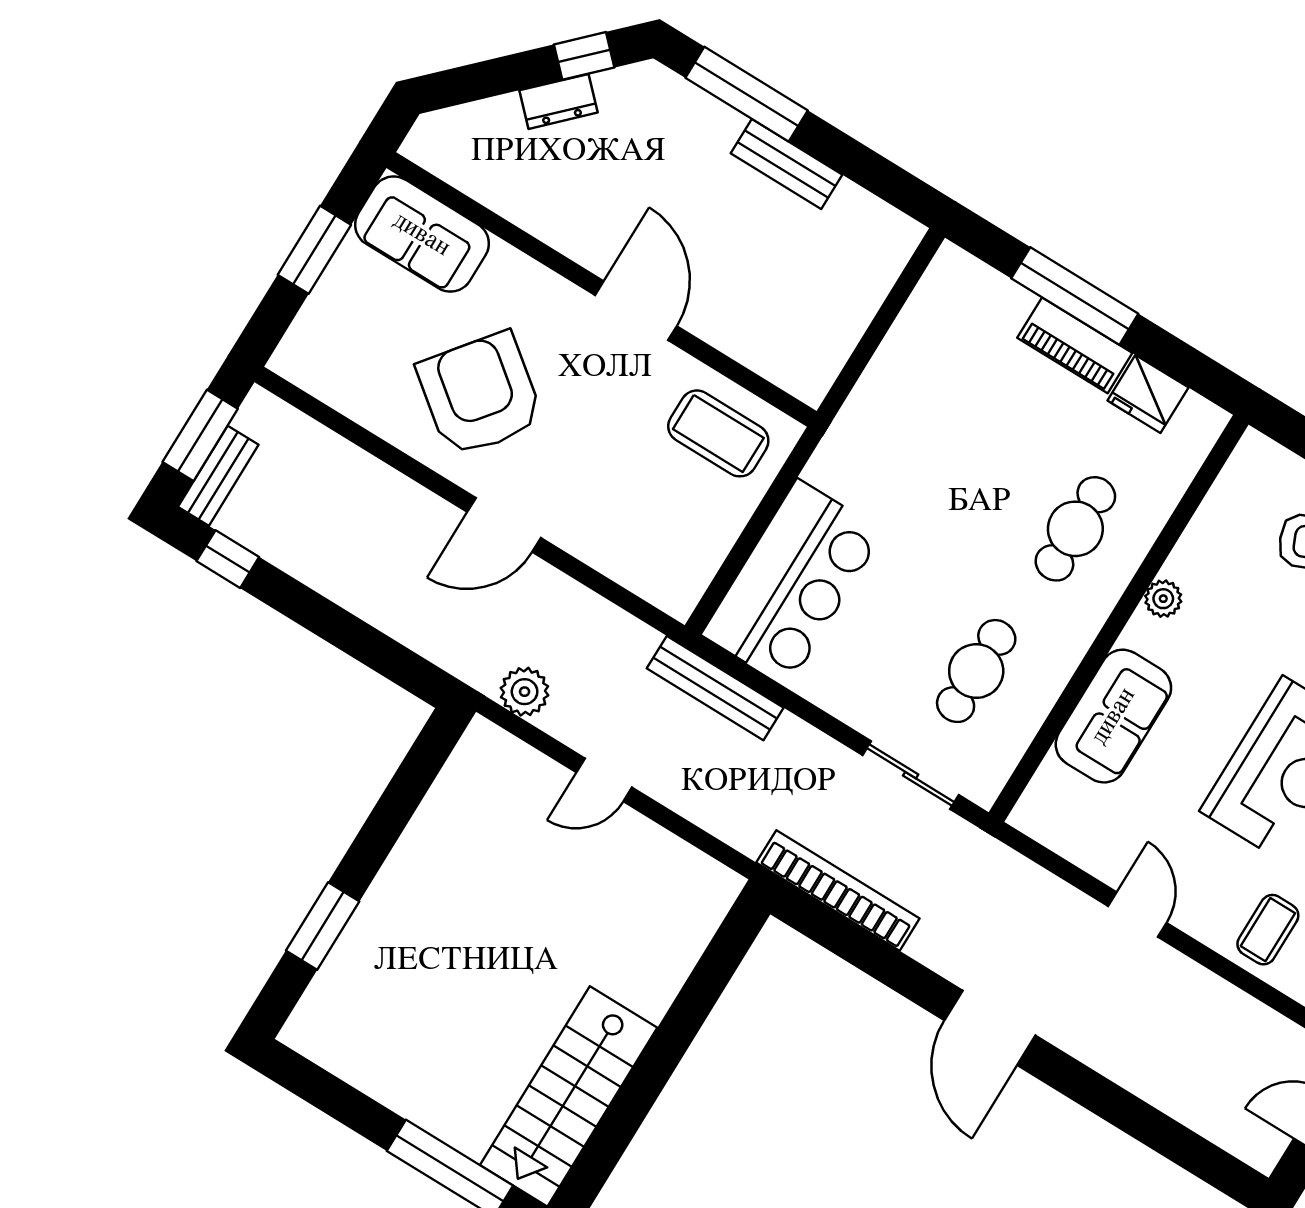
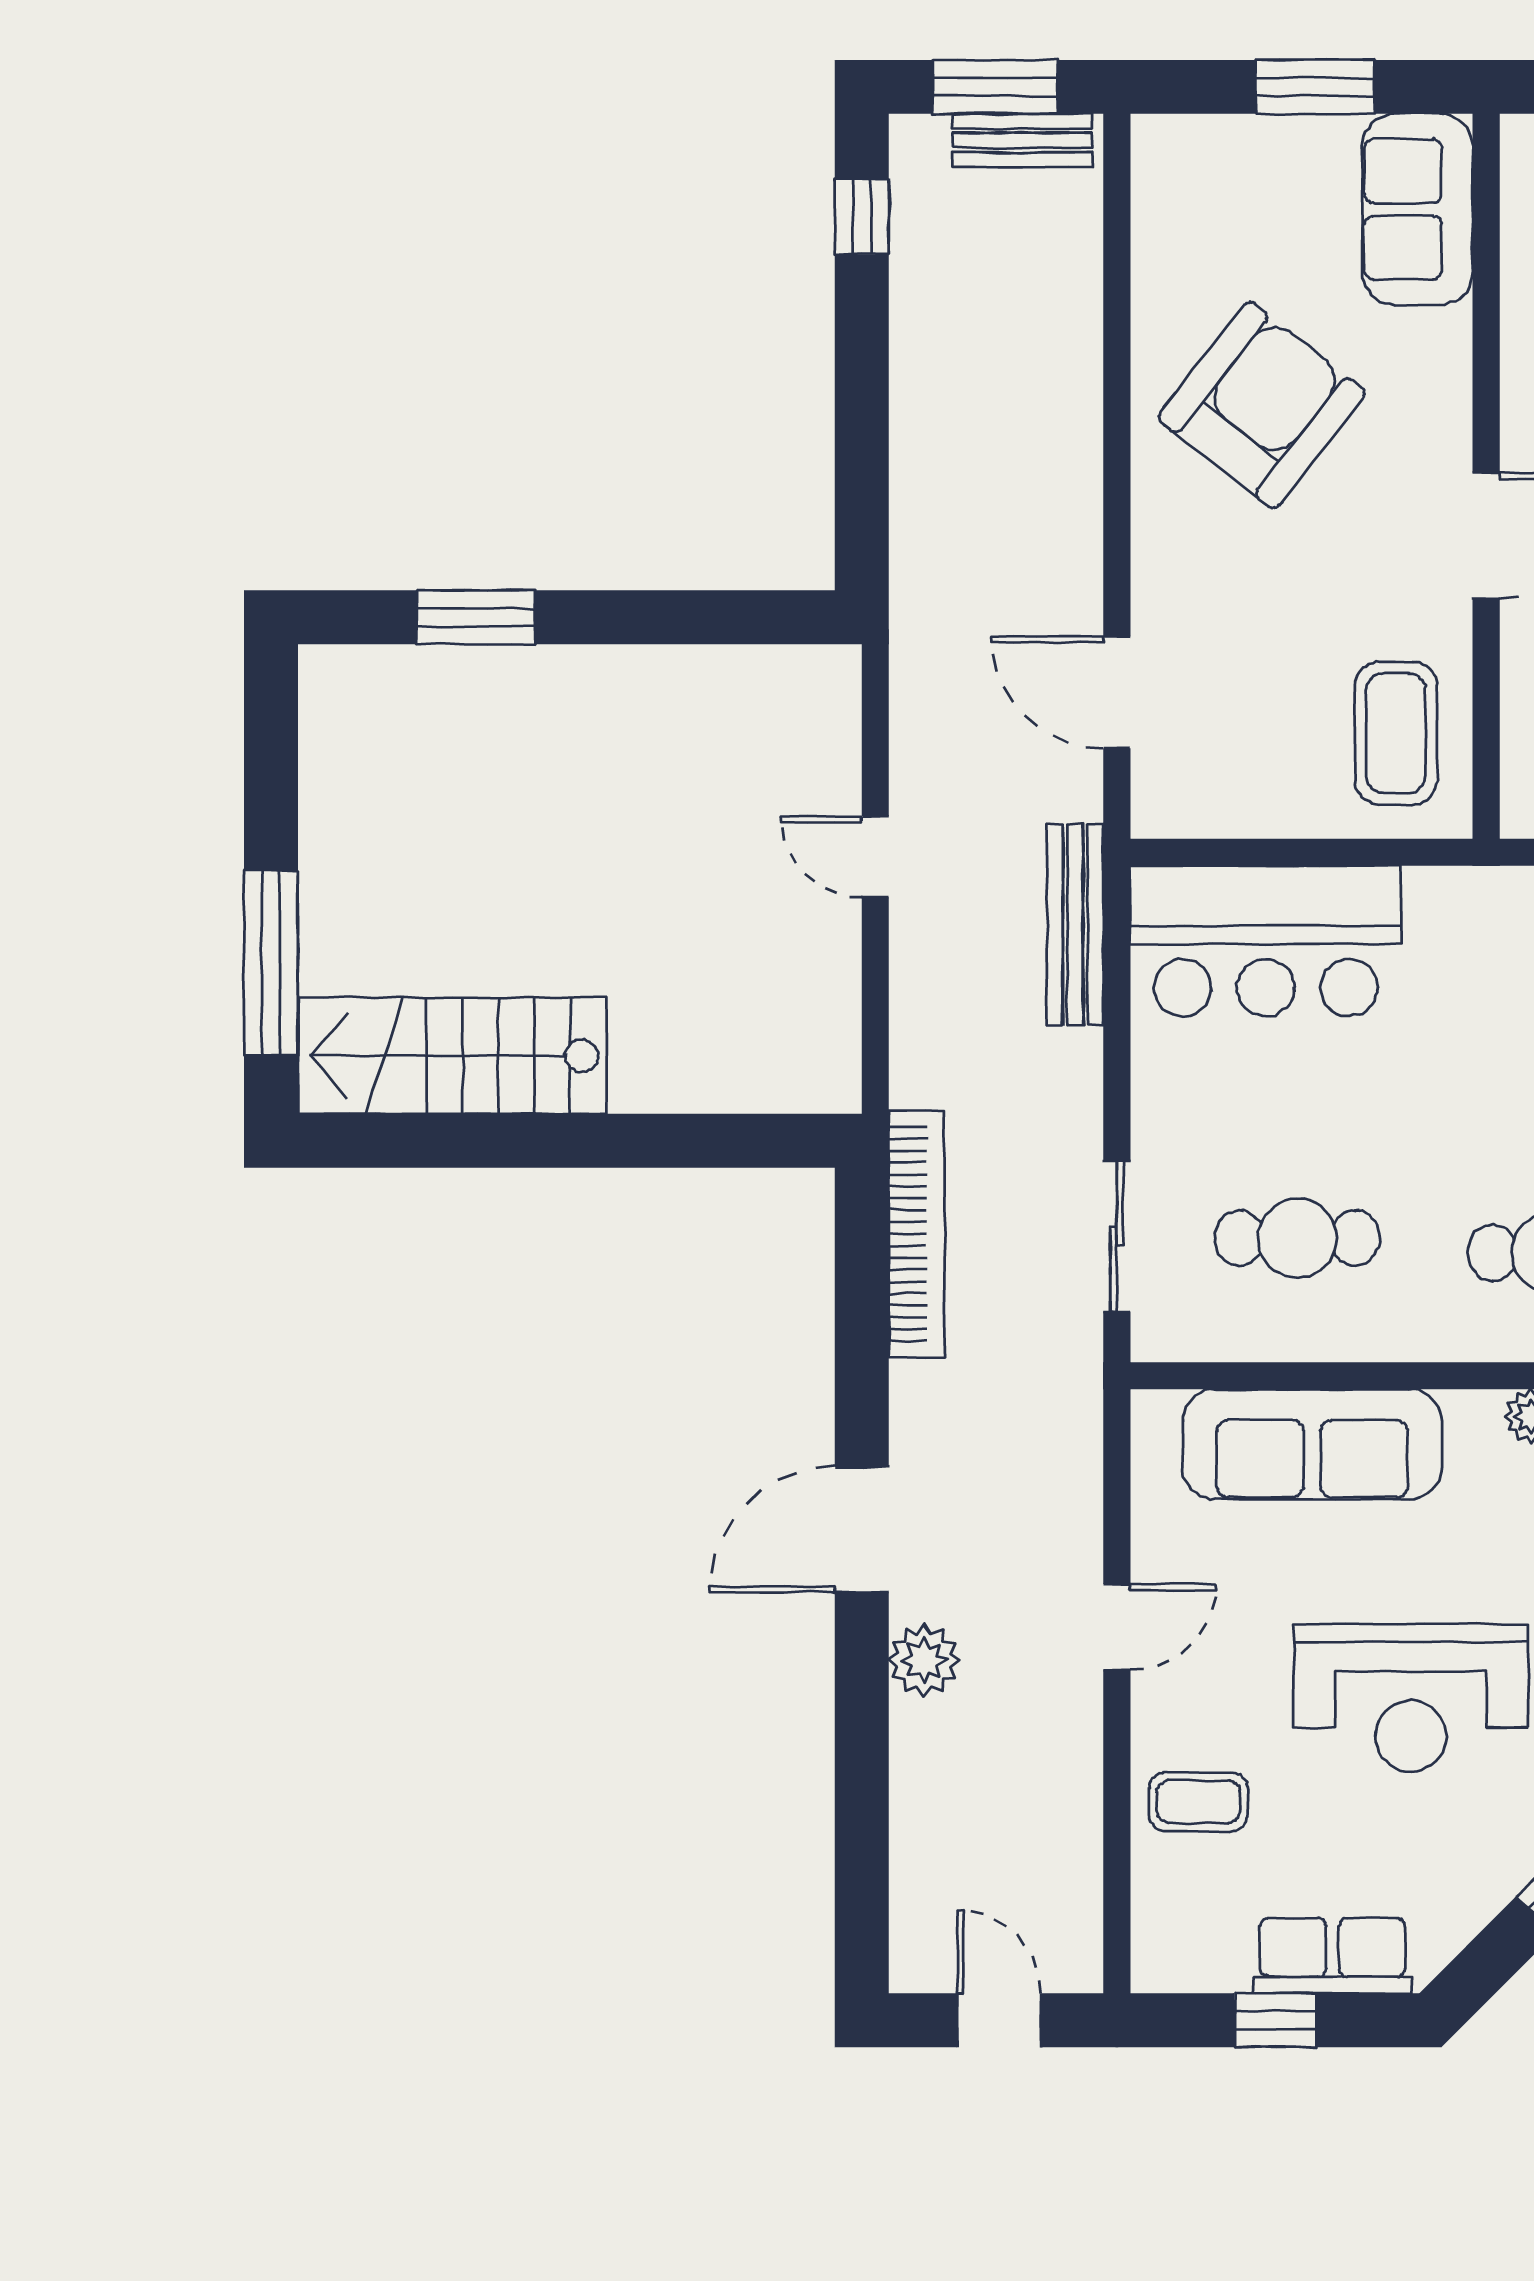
bench: (218, 476) -> (1022, 140), moved
door: (504, 525) -> (1117, 692), moved
plant: (525, 692) -> (924, 1660), moved
sofa: (1113, 716) -> (1312, 1444), width x1.36

